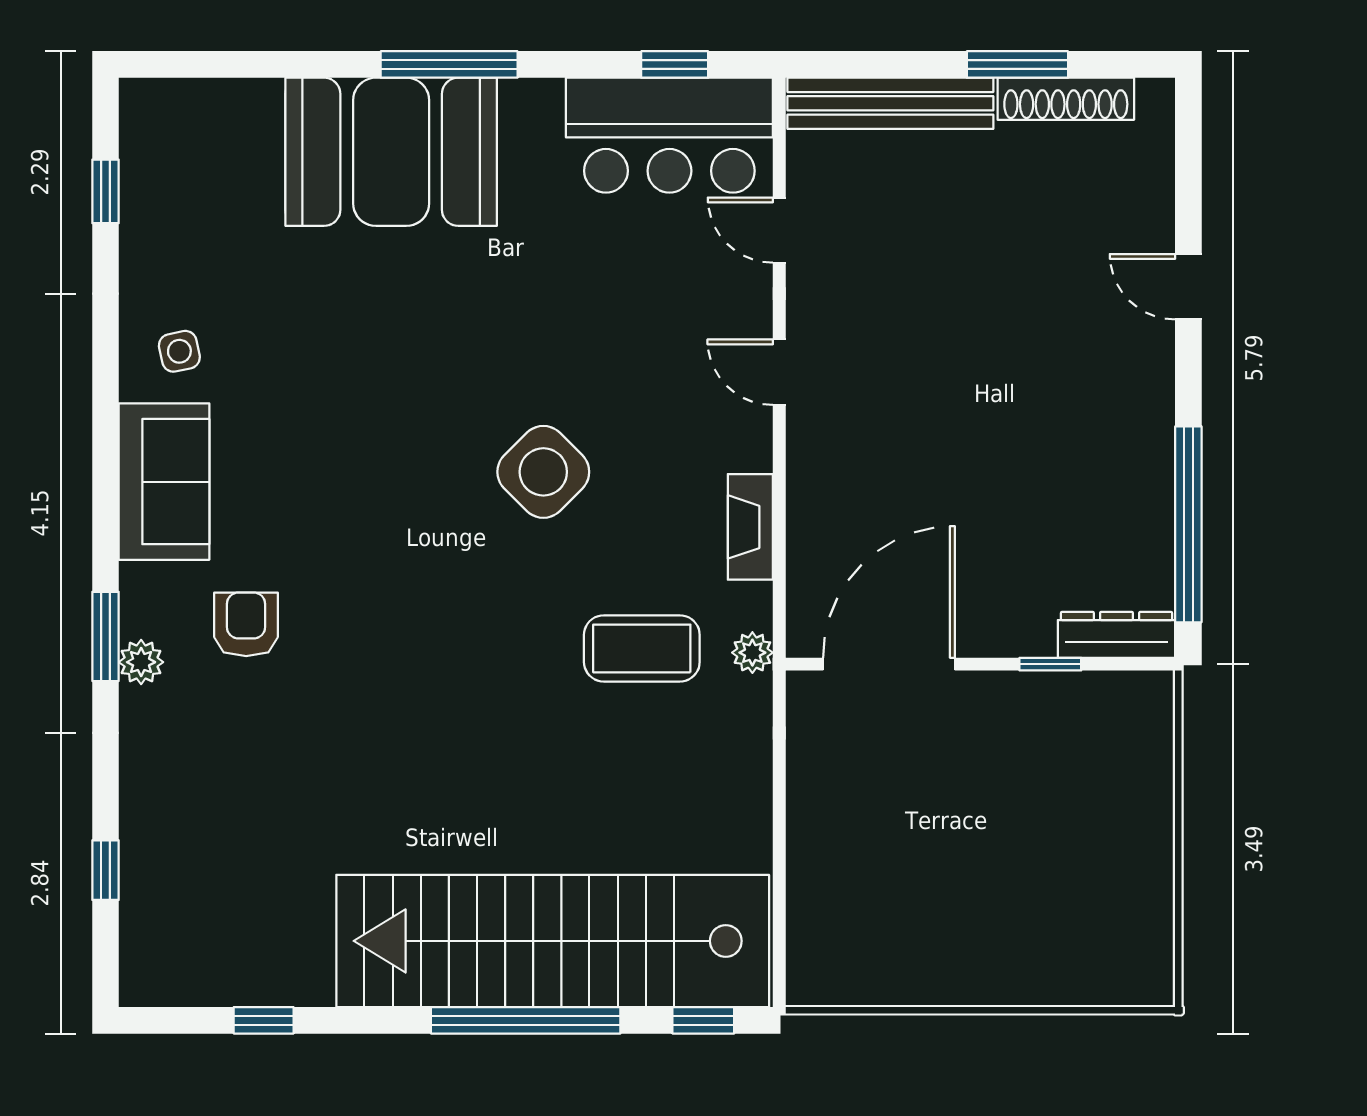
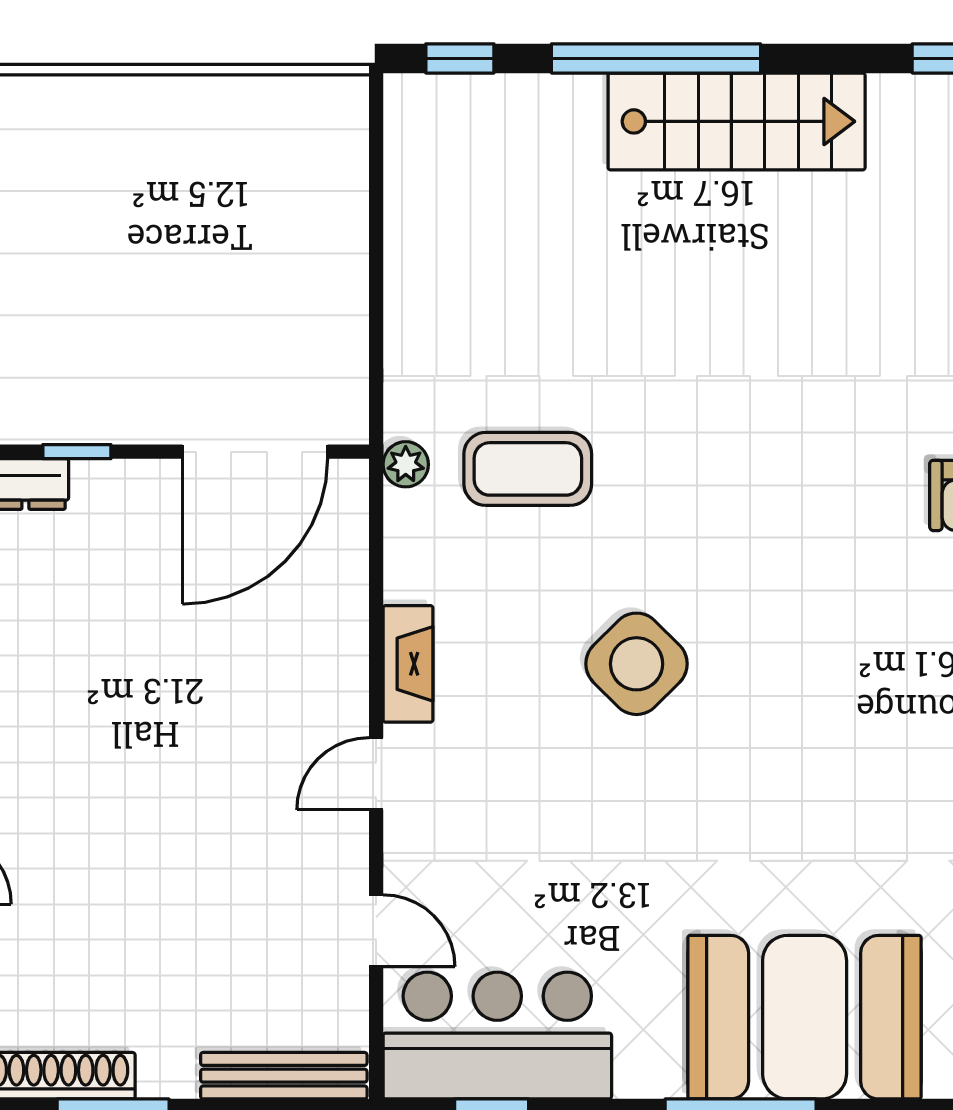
bench: (890, 103) -> (284, 1076), width x0.73, depth x0.82
door: (779, 372) -> (376, 774), swing flipped
fireplace: (750, 527) -> (408, 664), moved
stairs: (553, 941) -> (737, 121), width x0.54, depth x0.66

